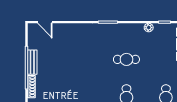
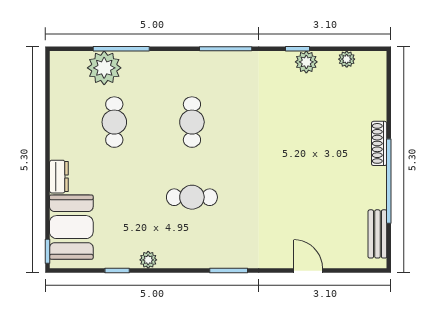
door: (45, 22) -> (308, 271), moved
bench: (32, 62) -> (377, 234), moved

